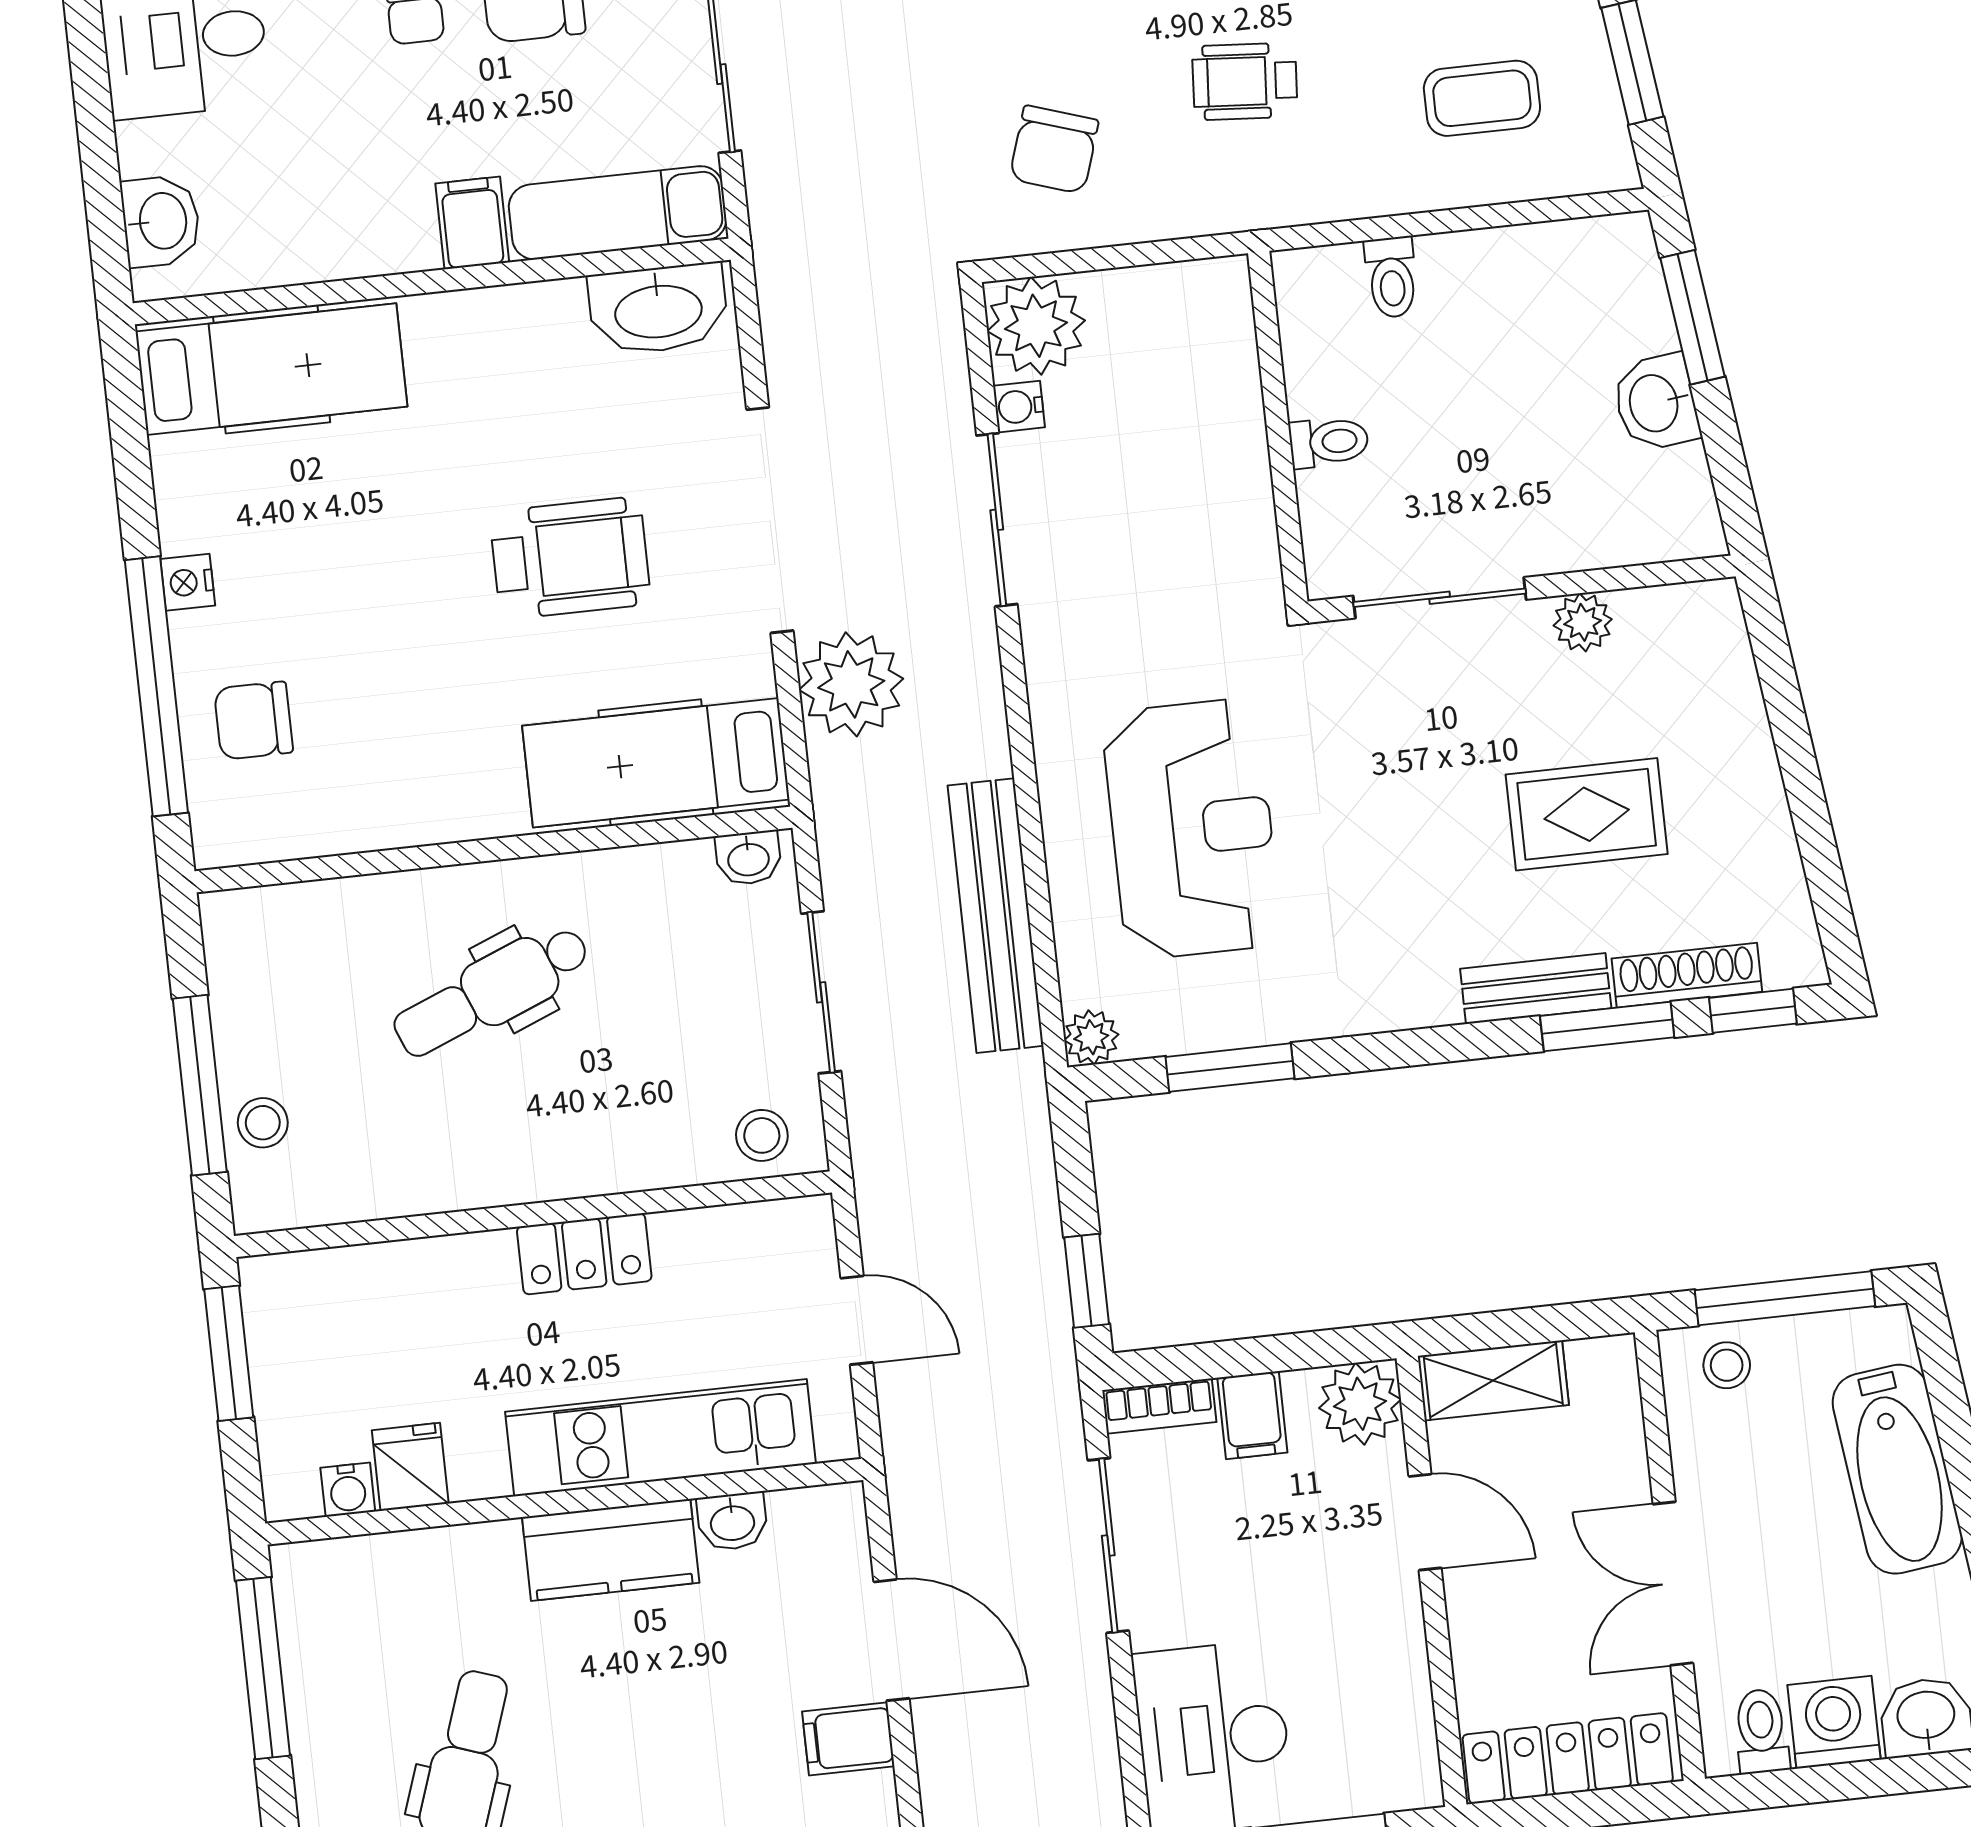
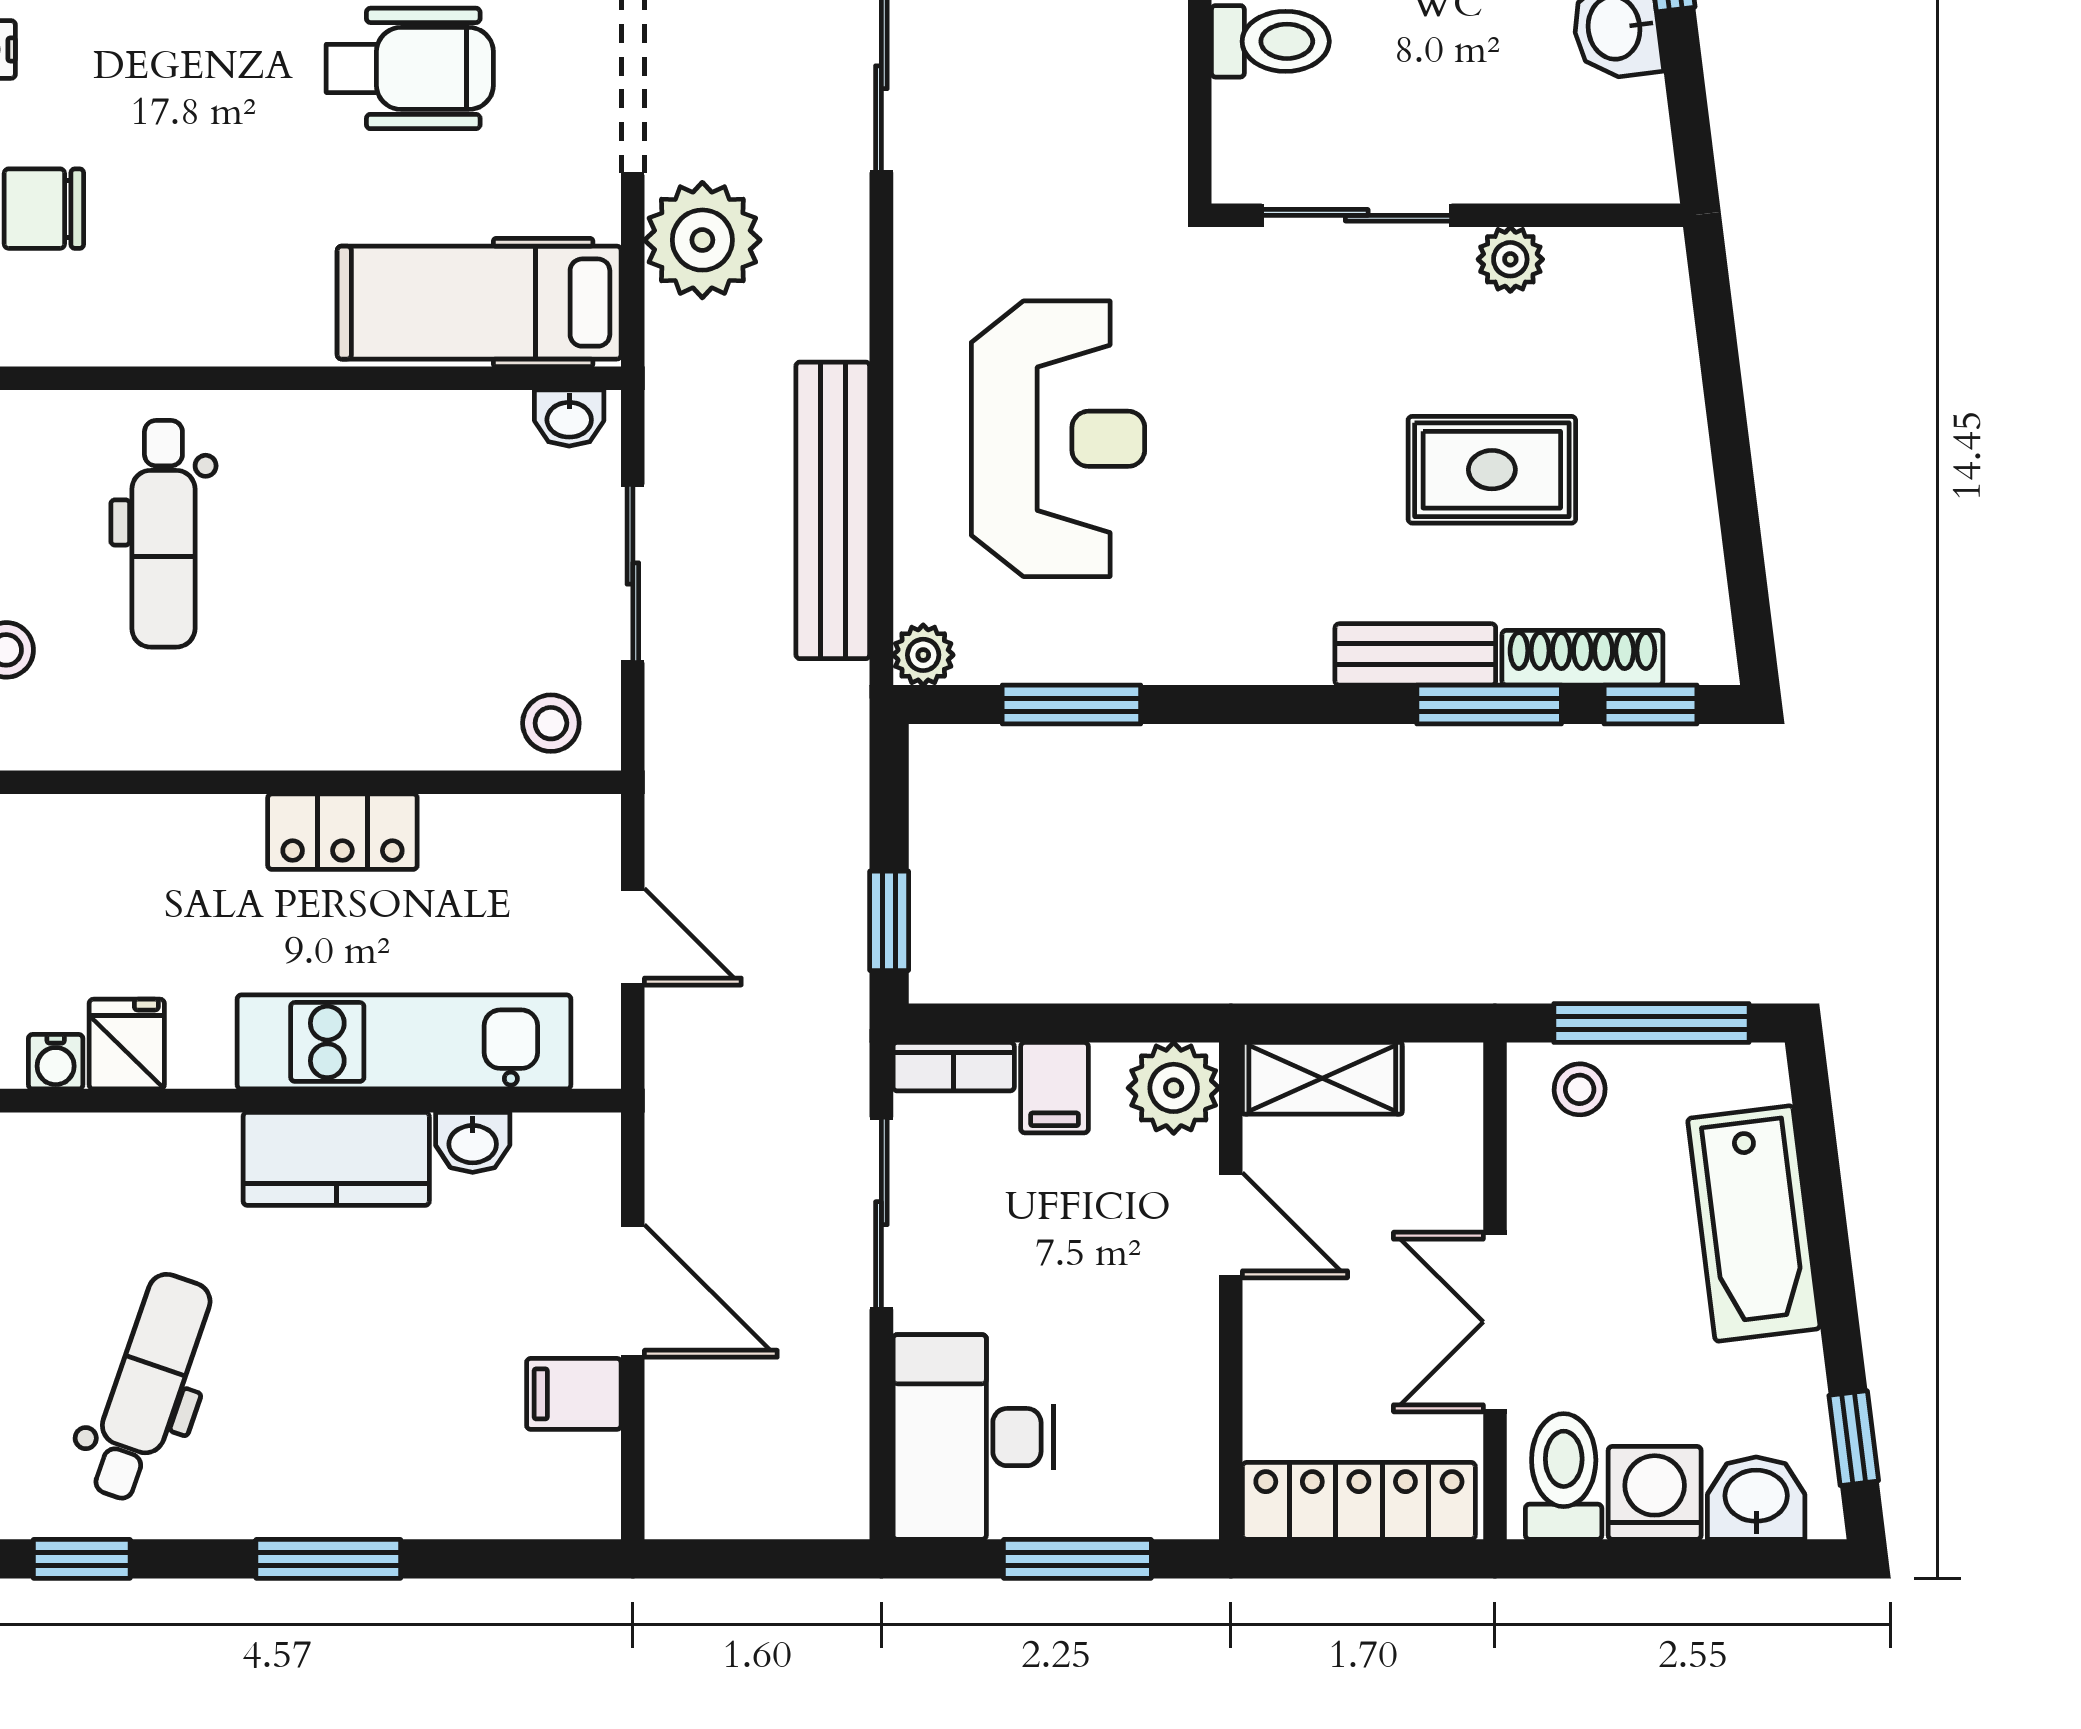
toilet: (1329, 442) -> (1270, 41), width x1.37, depth x1.39
dental chair: (492, 991) -> (163, 534), moved, turned -68
toilet: (1761, 1731) -> (1564, 1476), width x1.37, depth x1.39

